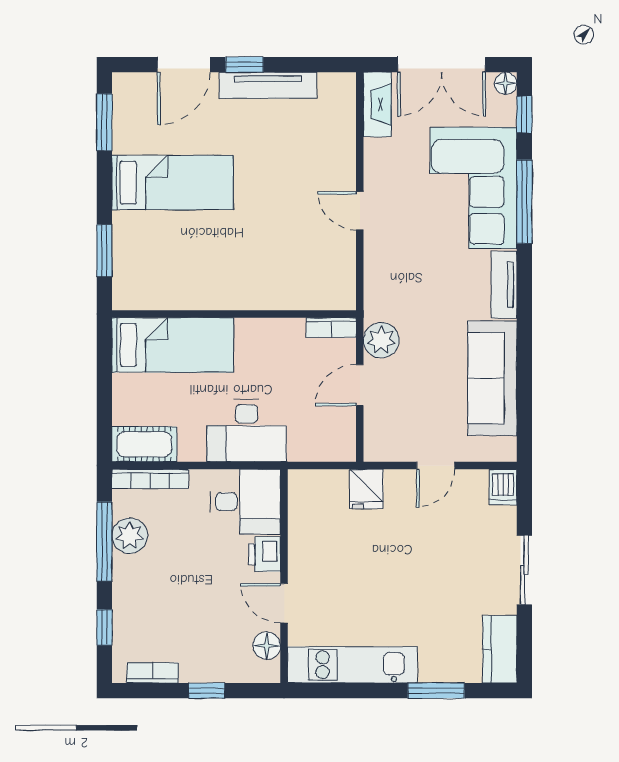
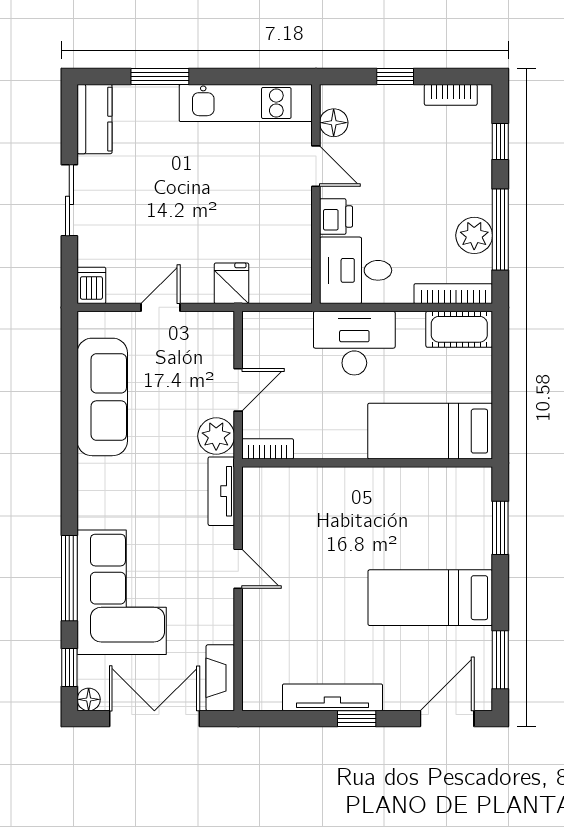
door: (184, 65) -> (447, 719), moved
tv unit: (504, 285) -> (221, 491), moved, turned 180

